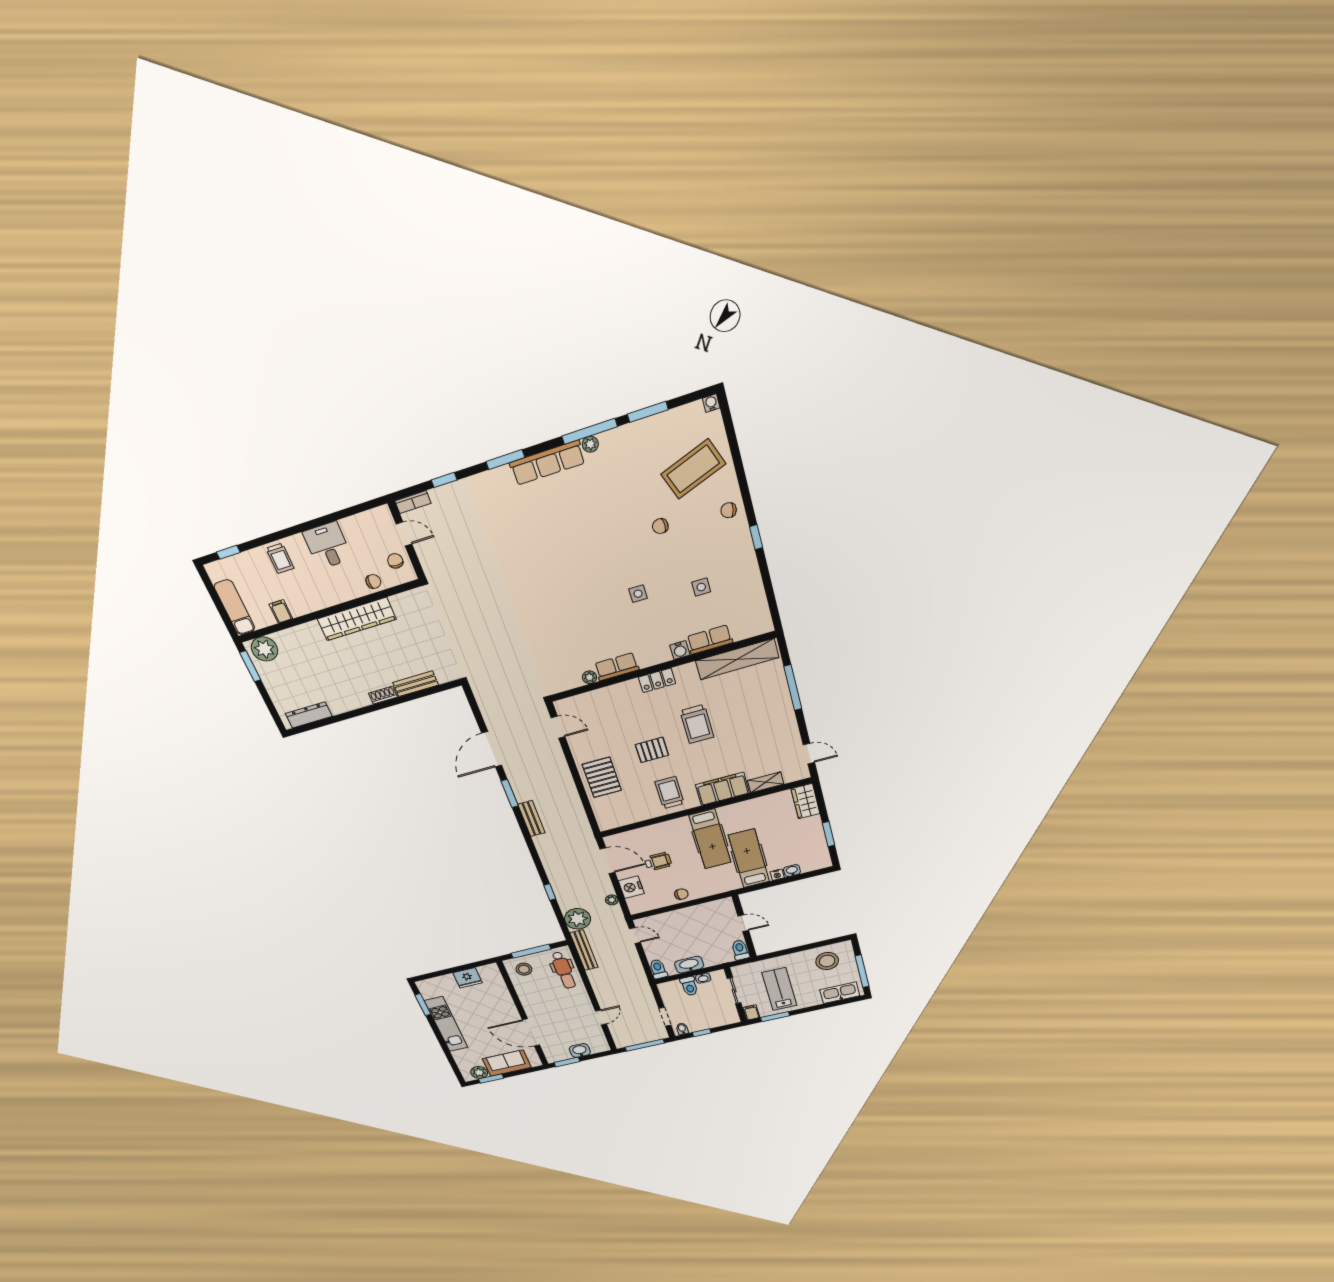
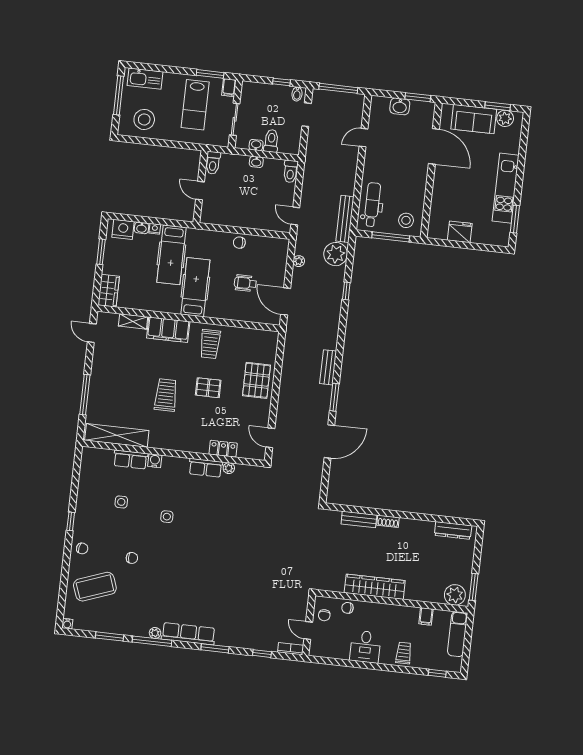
locker: (657, 680) -> (223, 449), moved
nightstand: (631, 887) -> (123, 229), moved, turned -90
washbasin: (689, 965) -> (256, 162), width x0.52, depth x0.69

